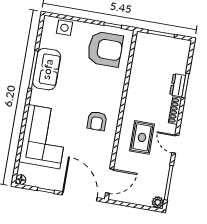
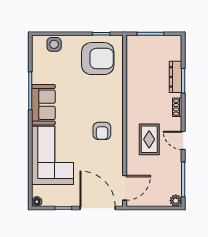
sofa: (47, 69) -> (43, 105), moved
dresser: (178, 85) -> (176, 77), width x1.44
shoe rack: (175, 111) -> (177, 107), width x0.70

